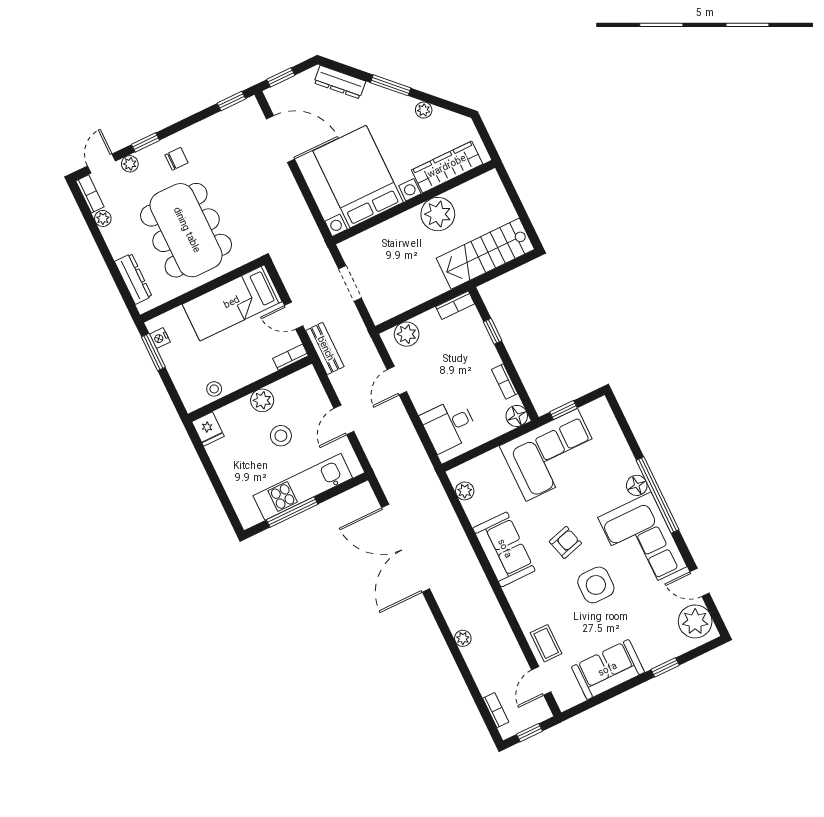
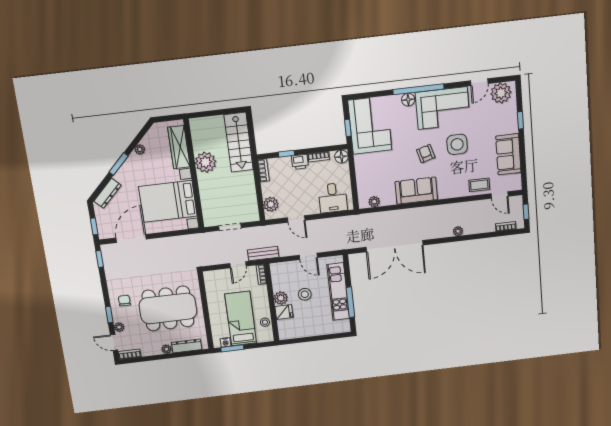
plant: (103, 218) -> (166, 349), moved
bed: (232, 303) -> (241, 319), moved, turned 180
printer: (487, 356) -> (300, 162), added
fridge: (208, 429) -> (284, 312), moved
corner sofa: (552, 455) -> (370, 125), moved

